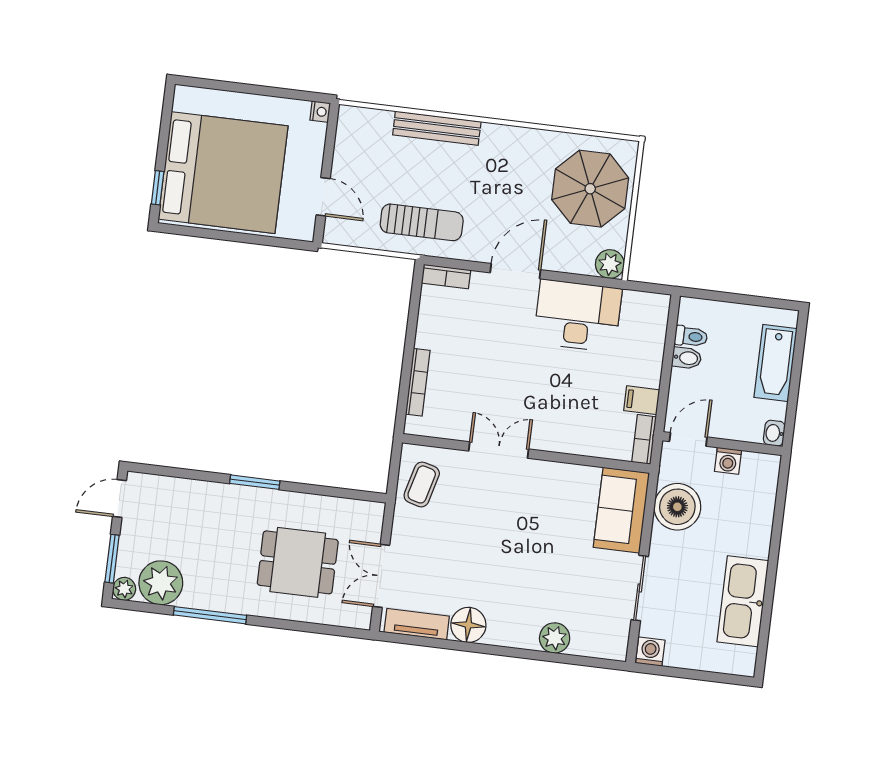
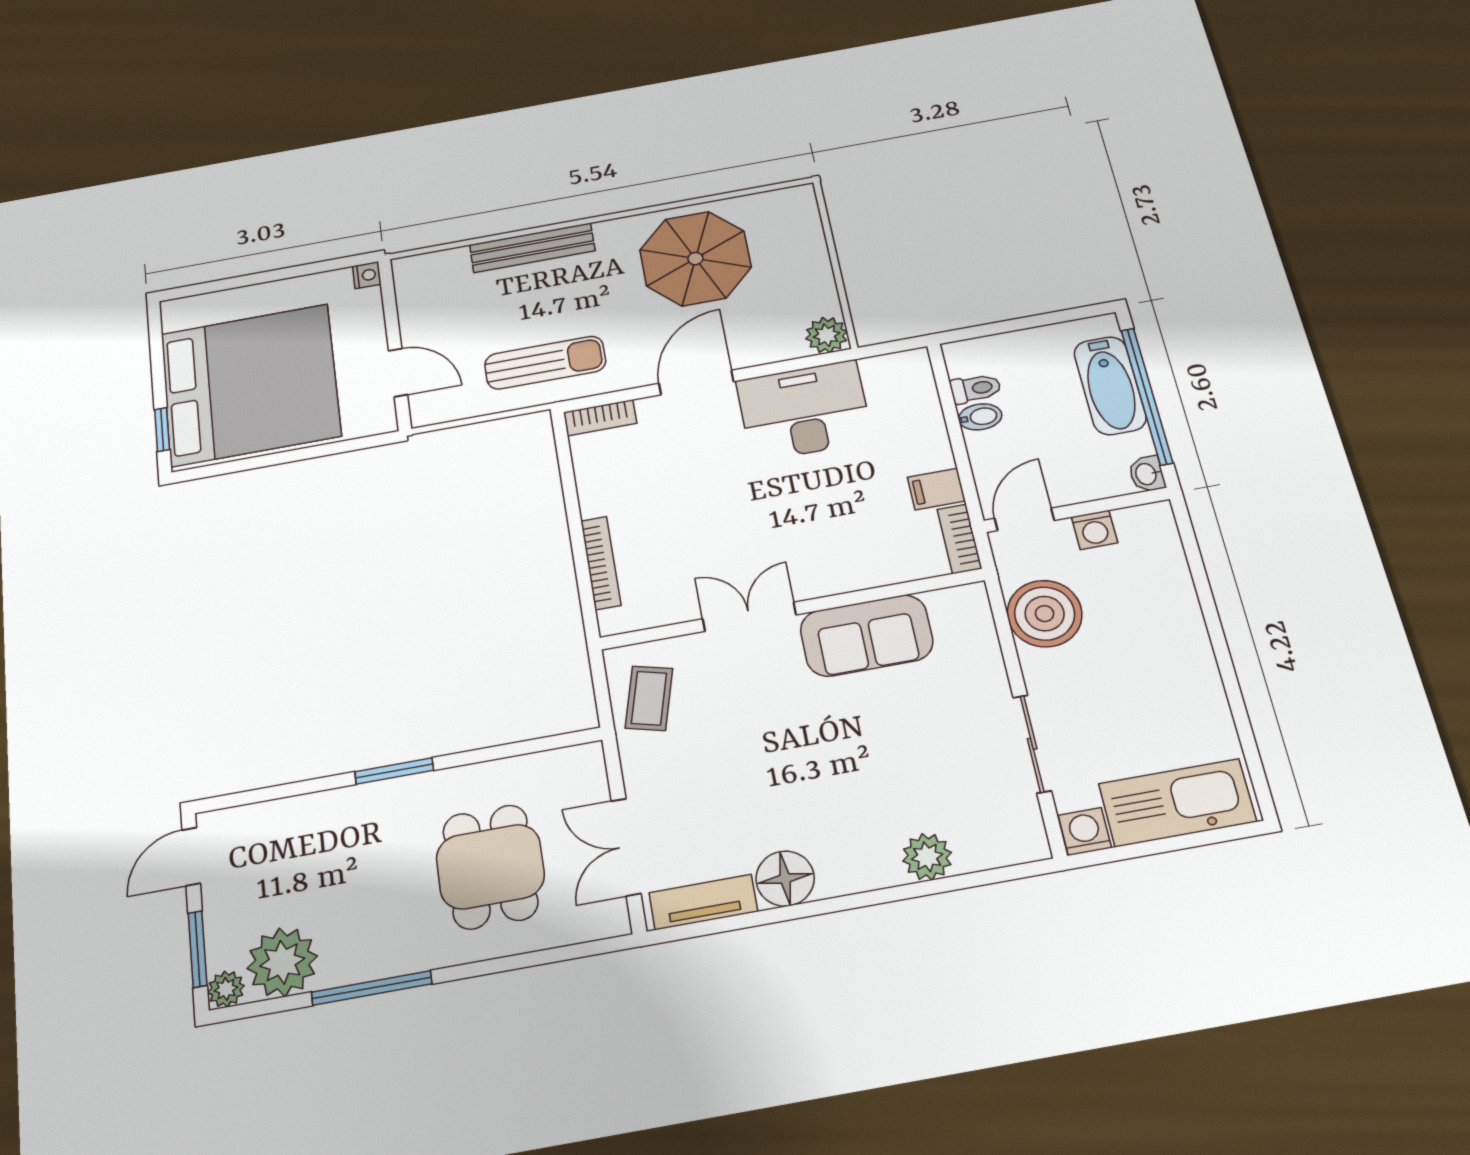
parasol: (590, 189) -> (695, 259), moved
window: (795, 378) -> (1147, 396), added
sofa: (621, 510) -> (867, 636), moved, turned -90
dining table: (298, 562) -> (490, 867), turned 90
kitchen sink: (743, 601) -> (1177, 803), moved, turned 90

